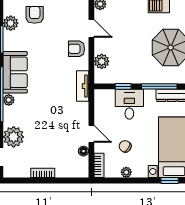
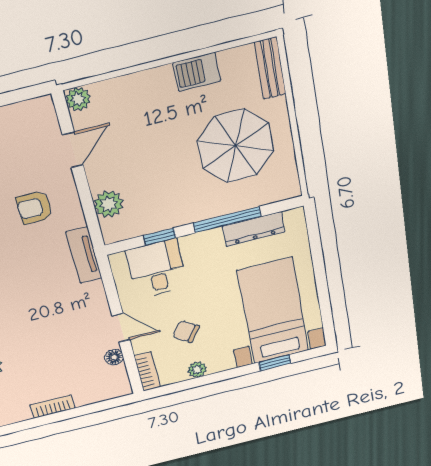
door: (91, 29) -> (73, 150), hinge flipped
armchair: (76, 49) -> (34, 207), moved
desk: (129, 104) -> (157, 269), moved

